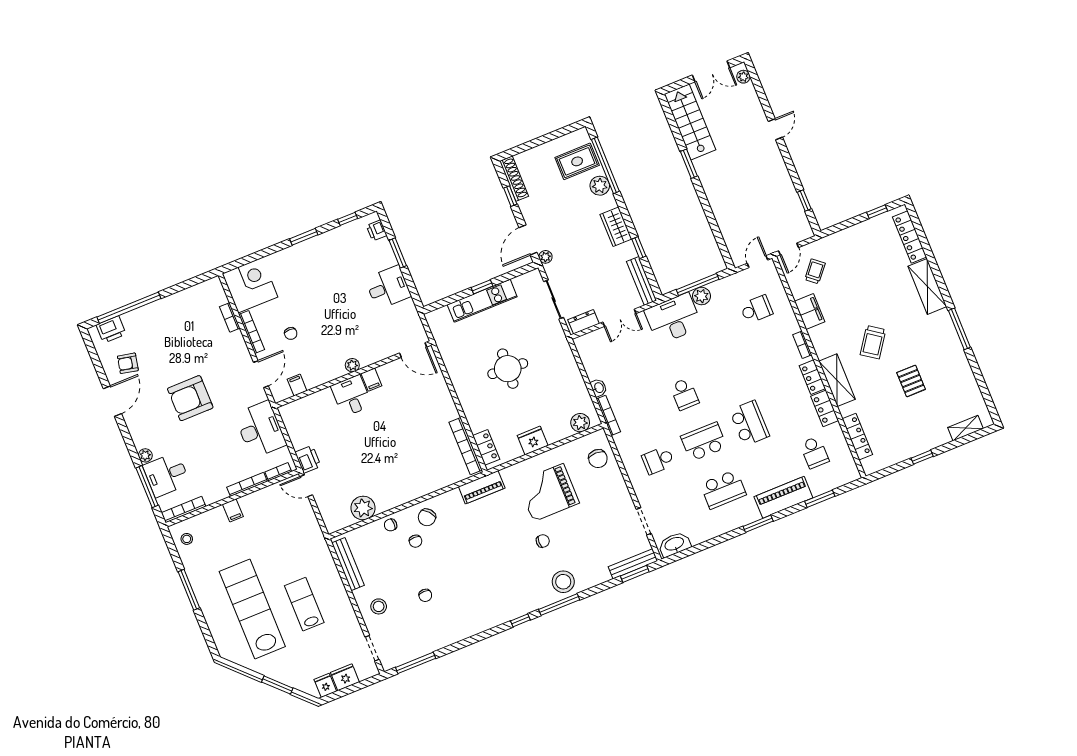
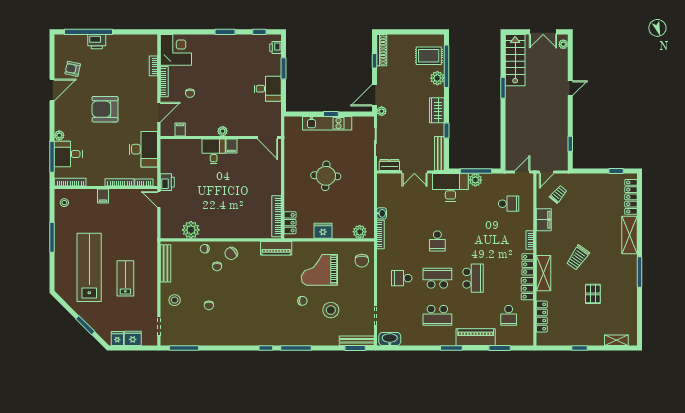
printer: (111, 329) -> (97, 42), moved
stool: (563, 582) -> (331, 310), moved

